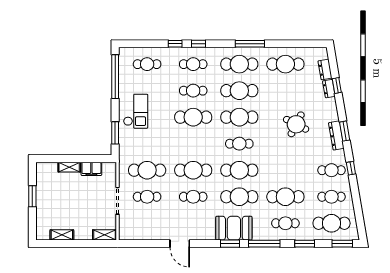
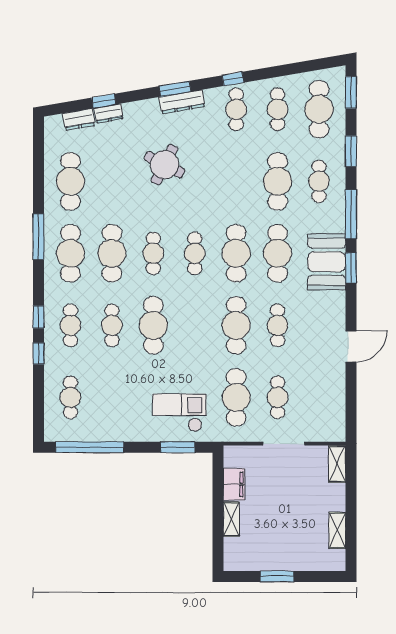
checkout: (136, 111) -> (179, 413), moved
cafe table: (239, 117) -> (153, 253), width x0.73, depth x0.74

